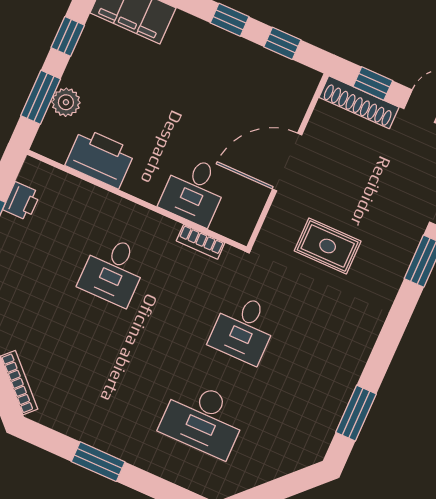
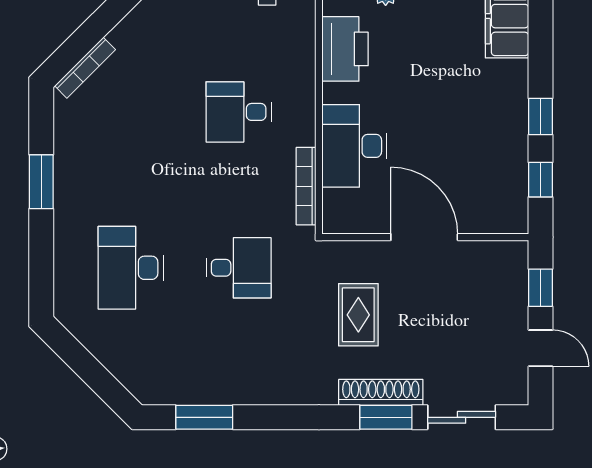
shoe rack: (359, 102) -> (381, 392), moved, turned 90
desk: (194, 191) -> (354, 146), width x1.37
bookcase: (201, 242) -> (306, 186), width x1.56
desk: (244, 329) -> (239, 268), turned 180

